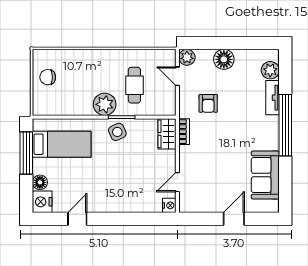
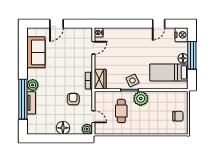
plant: (270, 70) -> (33, 85), moved
window: (285, 125) -> (23, 99), moved
window: (26, 153) -> (192, 55), moved
floor lamp: (40, 182) -> (183, 58), moved

